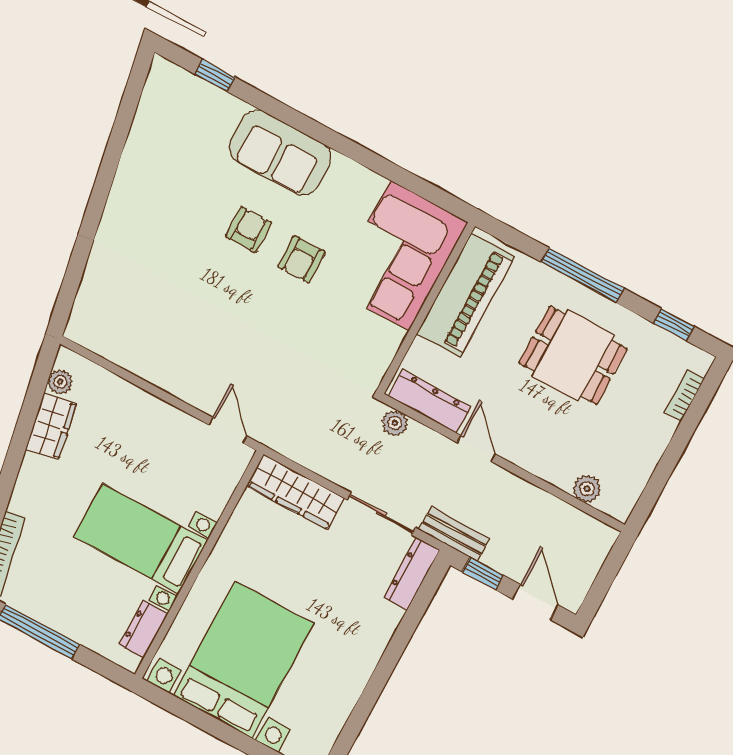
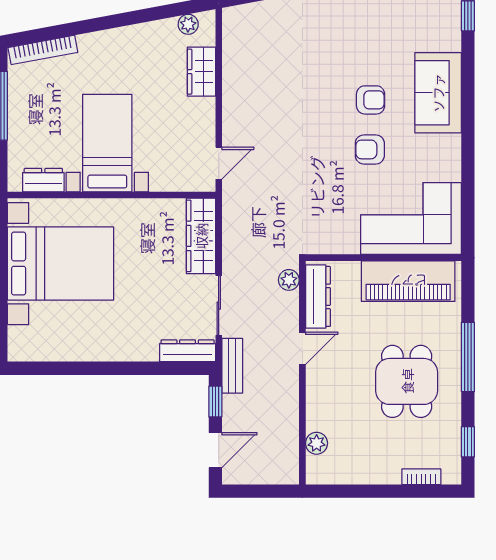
wardrobe: (51, 426) -> (201, 72), moved, turned 101

